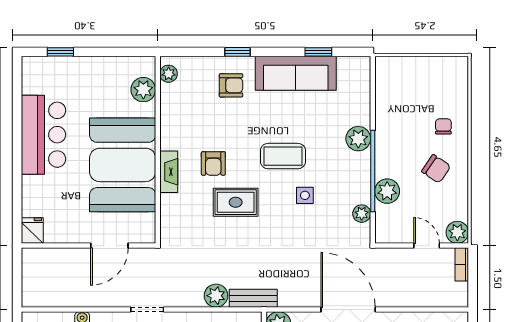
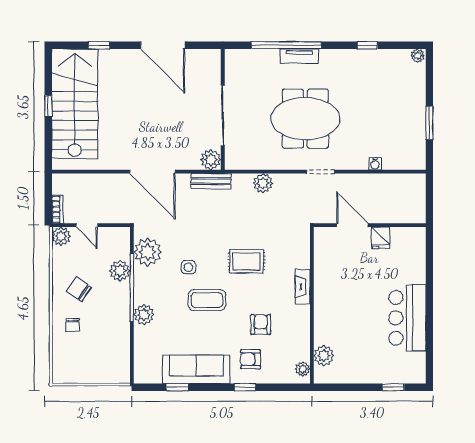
armchair: (213, 163) -> (261, 324), moved
booth: (123, 165) -> (341, 293), removed
plant: (362, 214) -> (148, 252), width x1.88, depth x1.88
fridge: (32, 231) -> (381, 238), moved
door: (109, 246) -> (352, 225), hinge flipped
bench: (253, 298) -> (211, 181), moved

